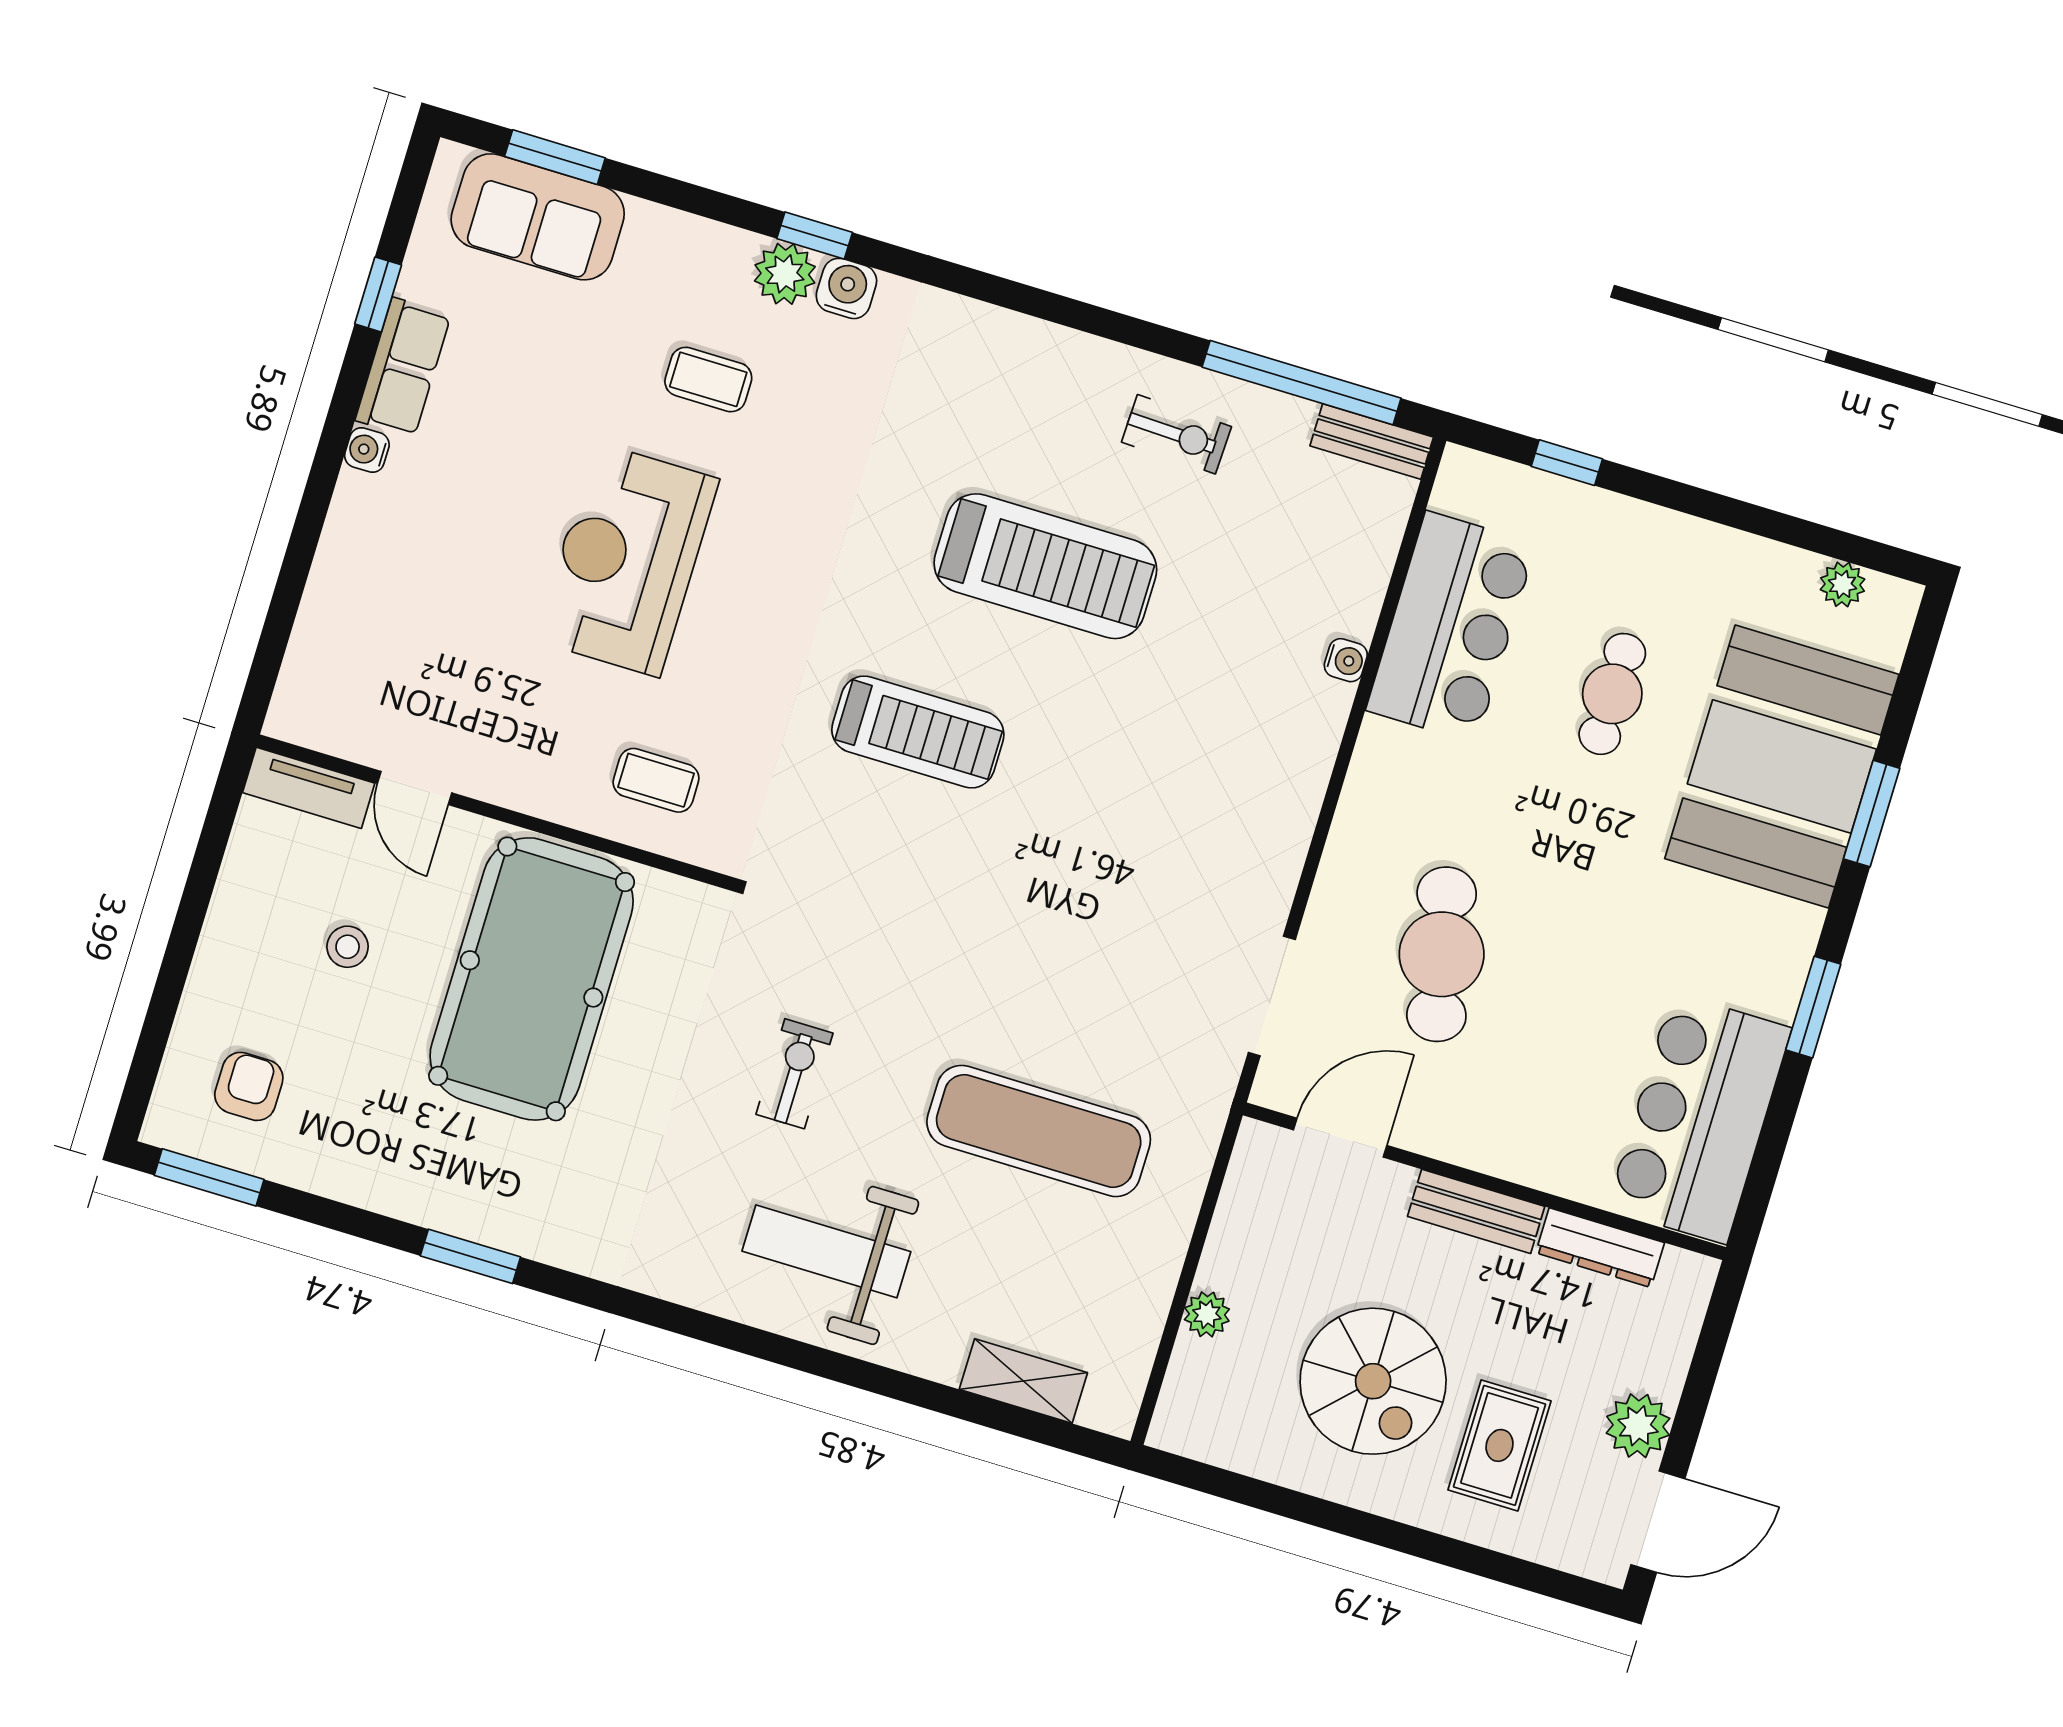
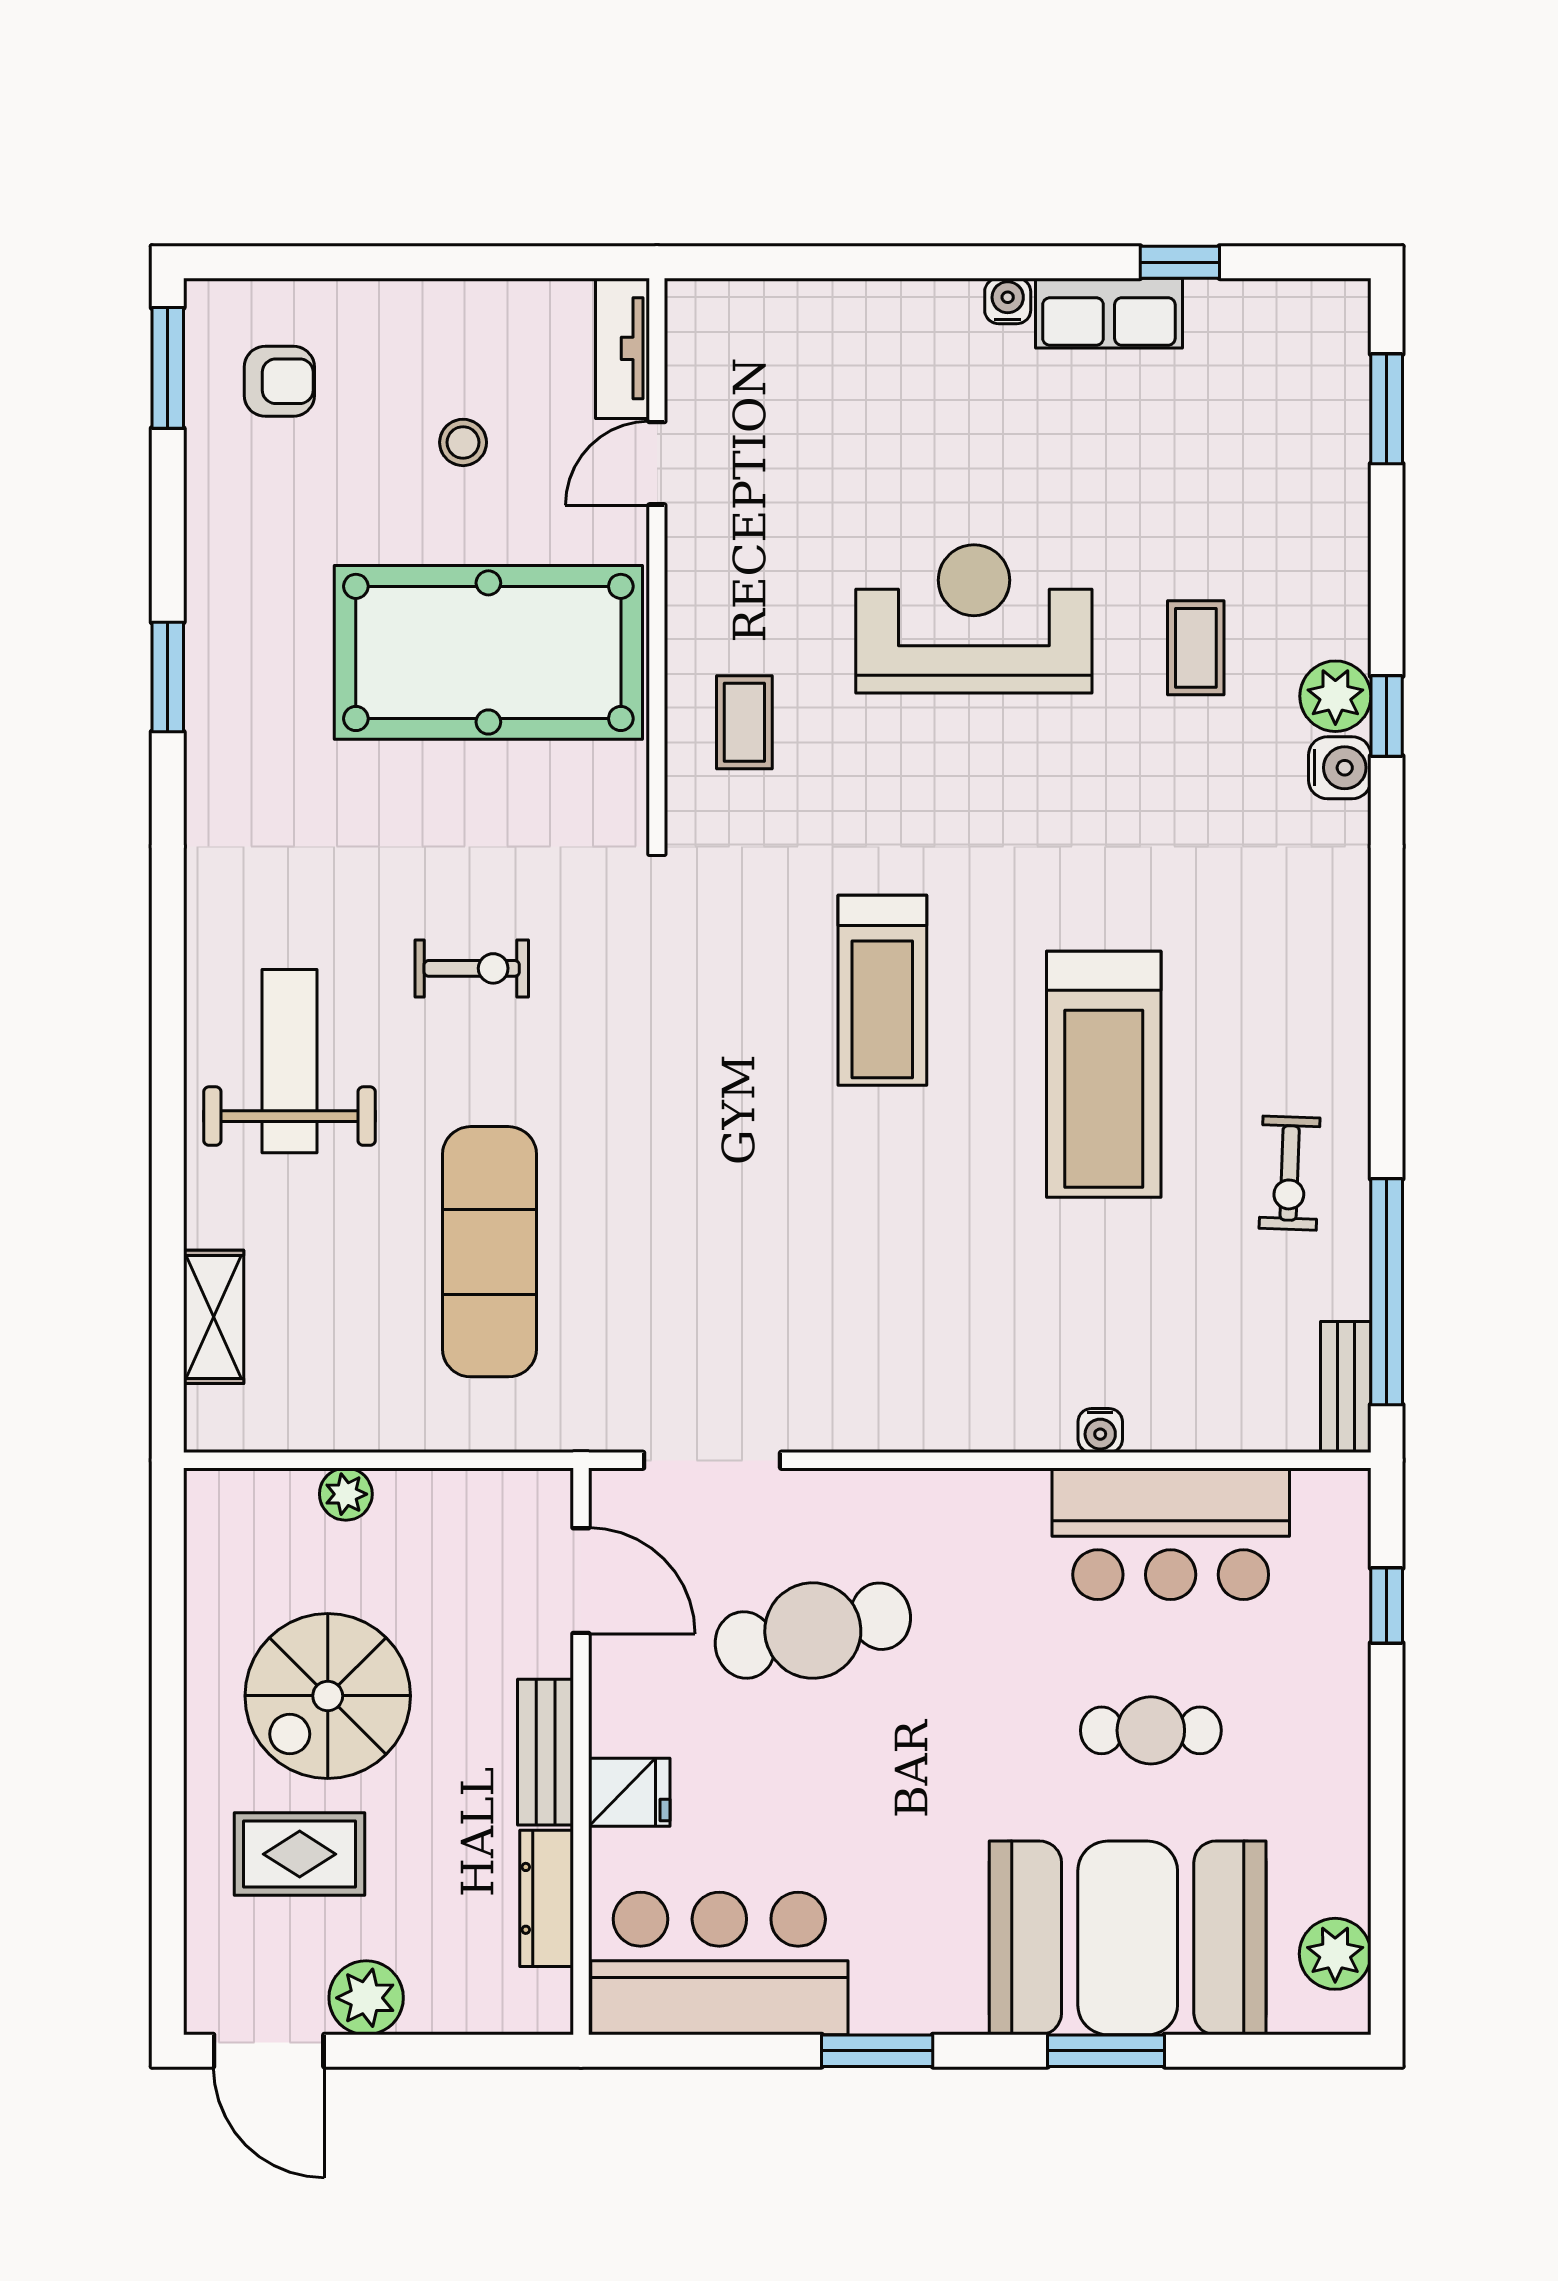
sofa: (538, 217) -> (1316, 410), removed
plant: (1843, 584) -> (1335, 1954), width x1.38, depth x1.38
fridge: (1531, 1151) -> (629, 1792), added

